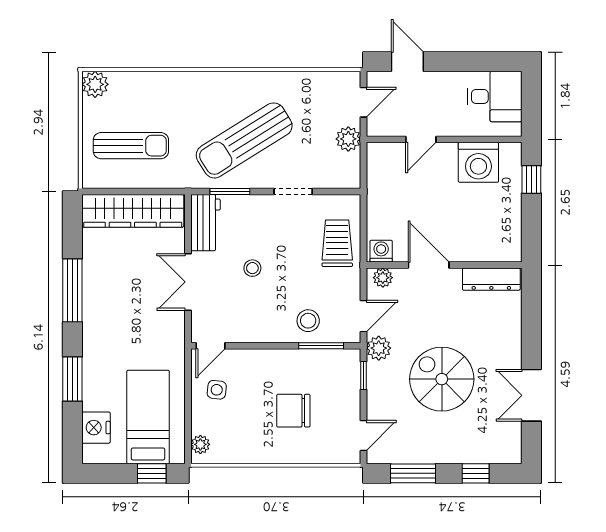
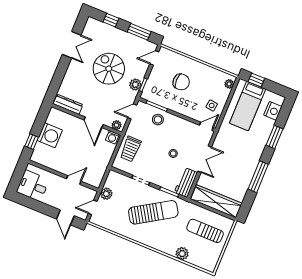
plant: (95, 84) -> (182, 254), moved
washing machine: (478, 162) -> (50, 135), moved, turned 90
plant: (379, 348) -> (135, 85), moved
spiral stairs: (442, 379) -> (109, 69), turned 180

